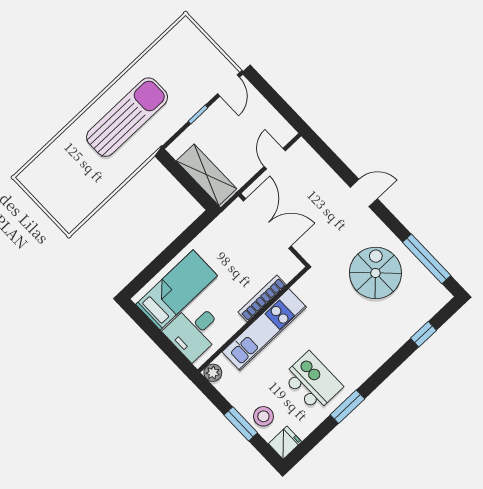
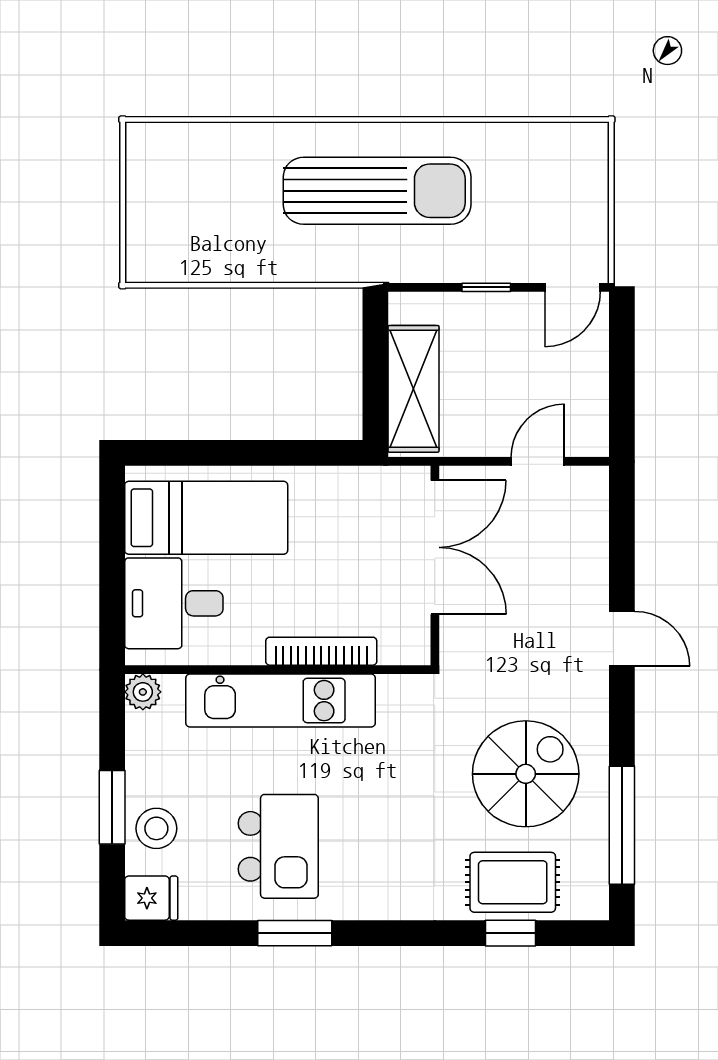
rug: (407, 316) -> (513, 882), added

